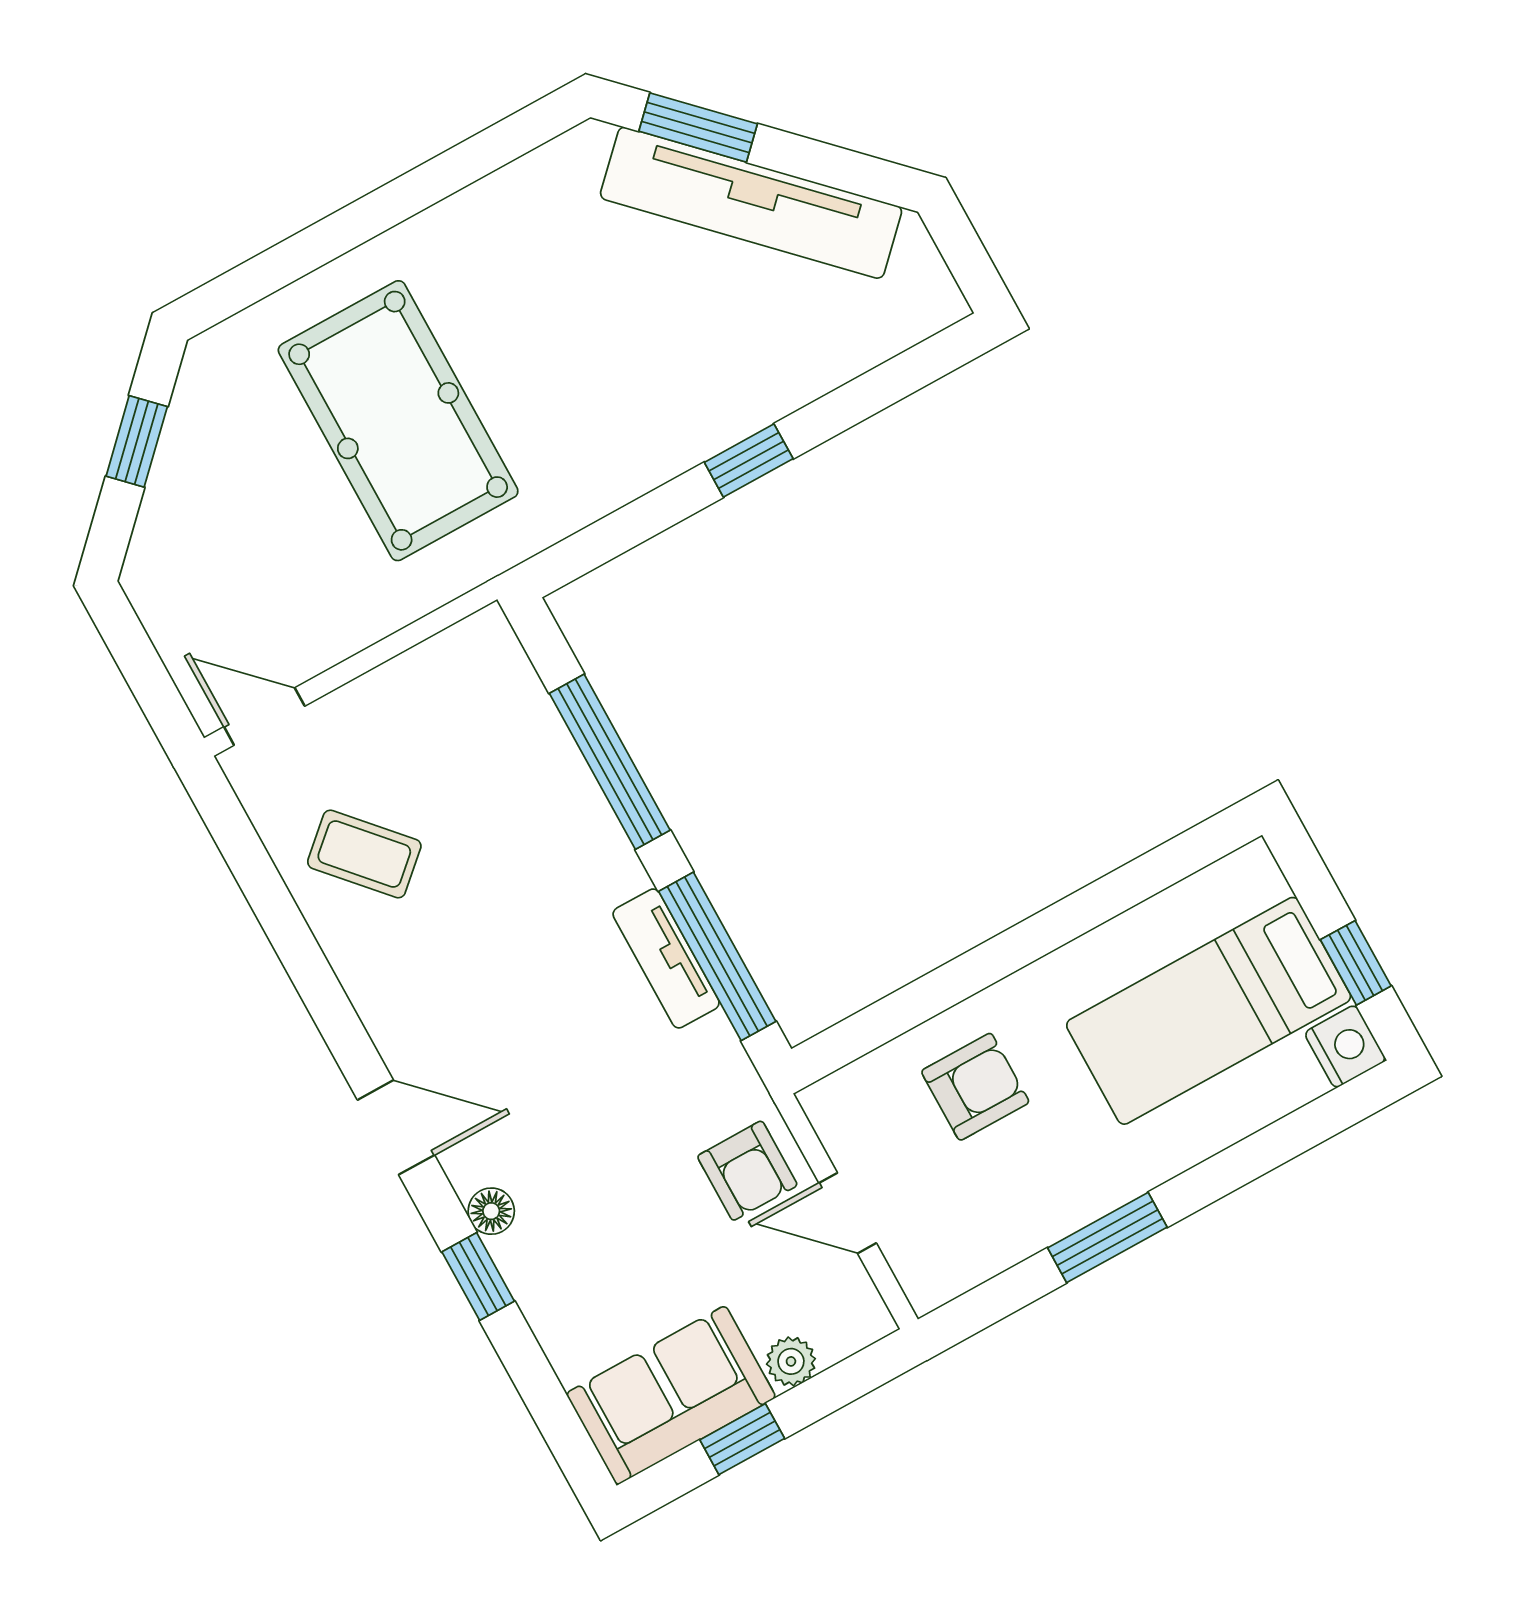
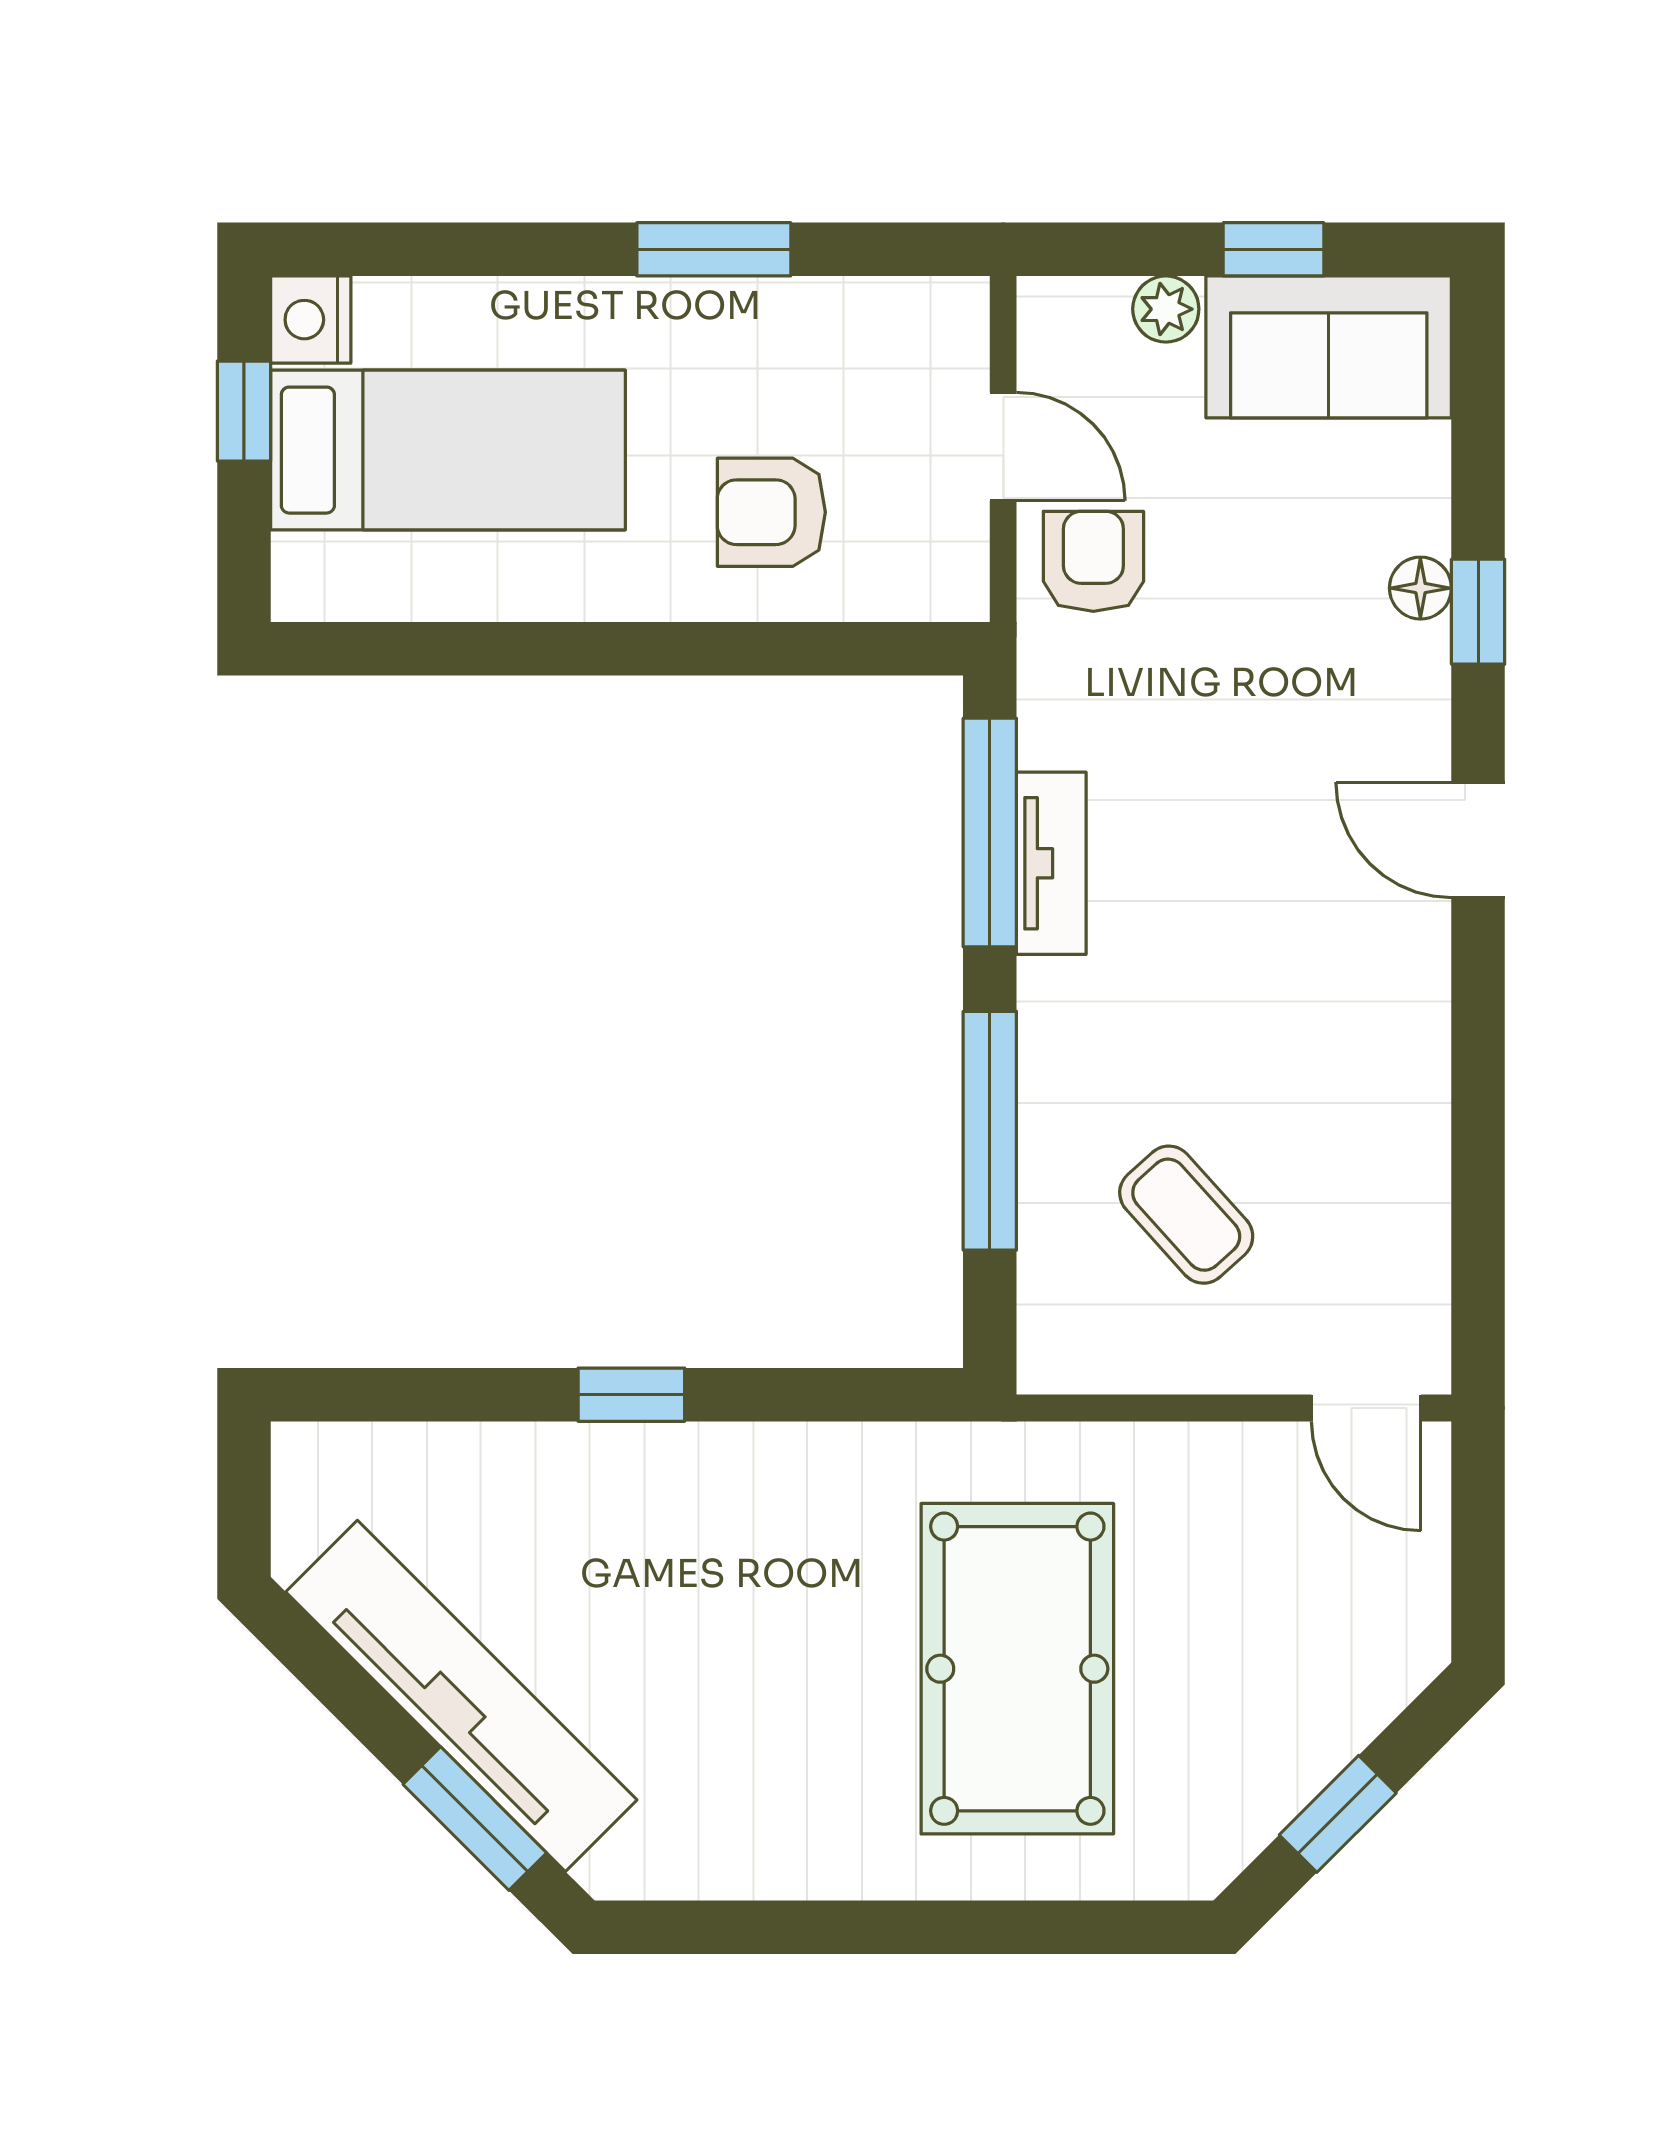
coffee table: (364, 854) -> (1186, 1215), moved
floor lamp: (491, 1211) -> (1420, 588), moved

